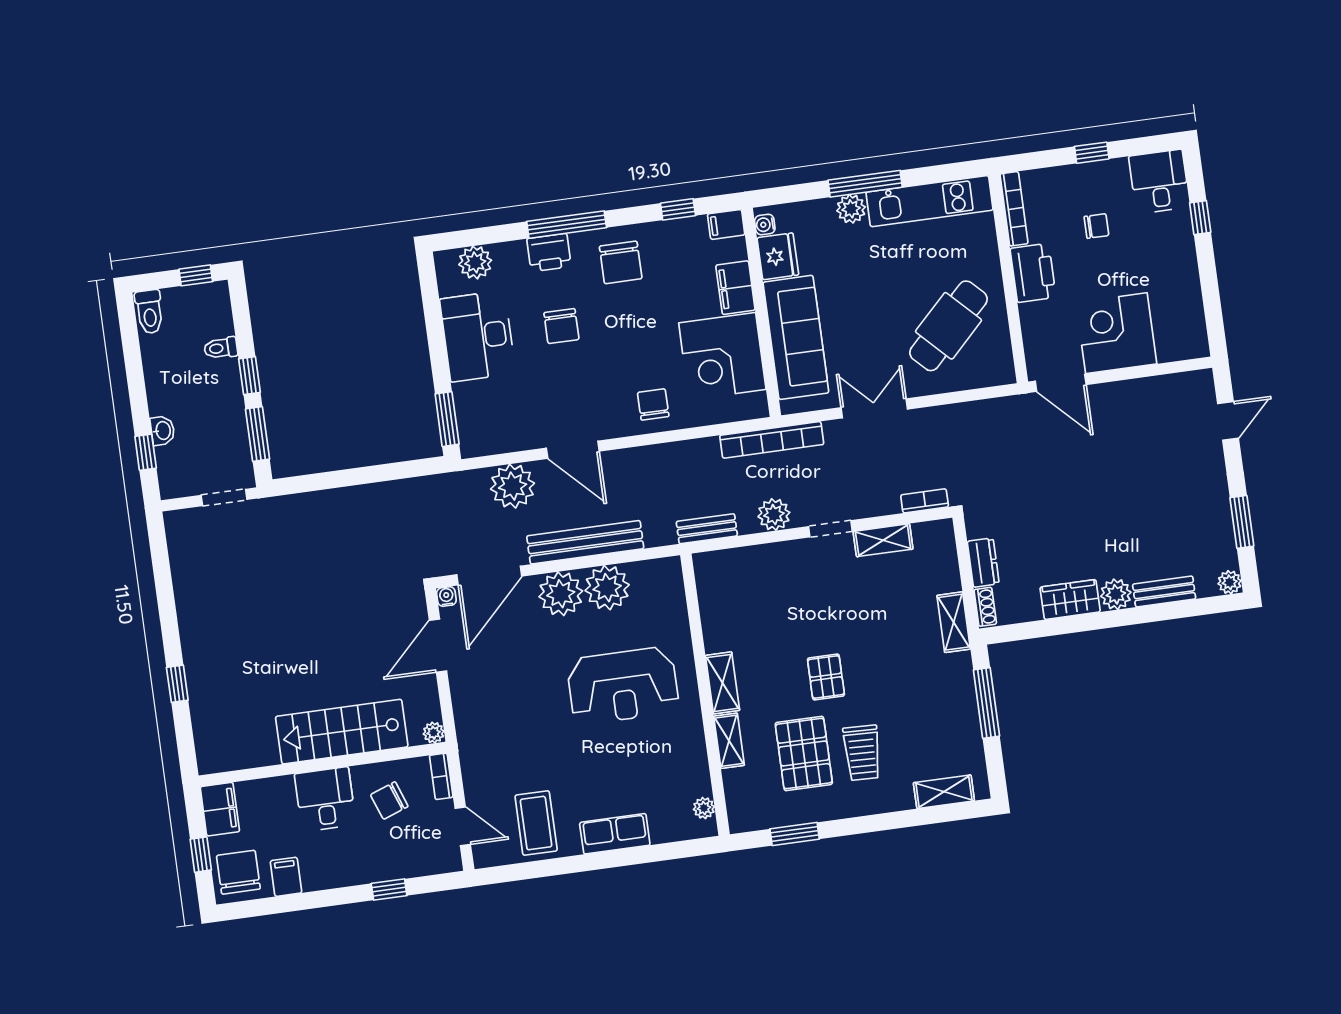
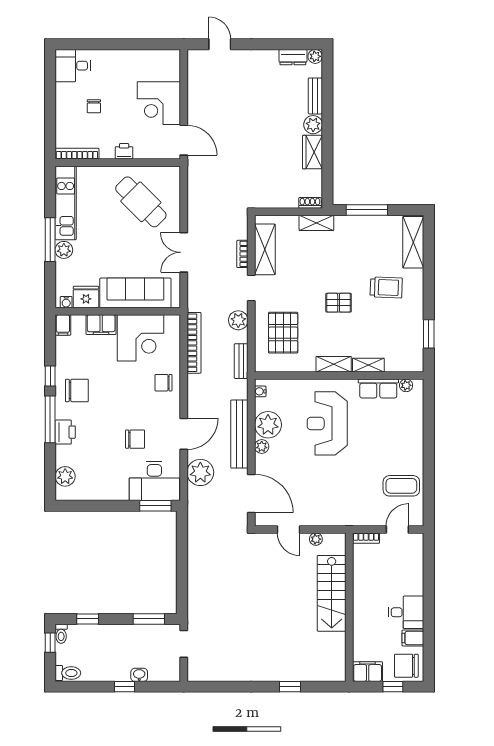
window: (1092, 153) -> (50, 103), removed
window: (678, 209) -> (50, 376), moved
window: (1200, 218) -> (97, 44), removed
chair: (1096, 226) -> (94, 106), turned 180
printer: (1033, 273) -> (124, 151), width x0.53, depth x0.68
chair: (561, 326) -> (135, 439), moved
desk: (478, 336) -> (154, 481), moved
toilet: (221, 348) -> (61, 634), moved
window: (249, 376) -> (88, 619), moved
door: (1061, 383) -> (184, 140), hinge flipped
bookcase: (772, 440) -> (194, 343), moved
window: (146, 452) -> (125, 687), moved
bookcase: (925, 501) -> (242, 254), moved
window: (1242, 522) -> (281, 44), removed
shelving: (883, 540) -> (265, 249), width x1.50, depth x1.33
dresser: (983, 563) -> (293, 57), moved, turned 180
plant: (561, 594) -> (262, 447), width x0.53, depth x0.53
water cooler: (446, 596) -> (260, 391), moved
door: (438, 646) -> (289, 529), width x0.73
reception desk: (623, 686) -> (327, 423), turned 180
plant: (434, 733) -> (316, 539), moved
pallet: (804, 753) -> (283, 333), moved, turned 90
shelving: (944, 792) -> (413, 242), width x1.50, depth x1.33
desk: (325, 799) -> (406, 612), moved, turned 180
chair: (389, 801) -> (376, 571), removed
row of seats: (615, 834) -> (378, 389), moved, turned -90
window: (389, 890) -> (429, 578), removed

